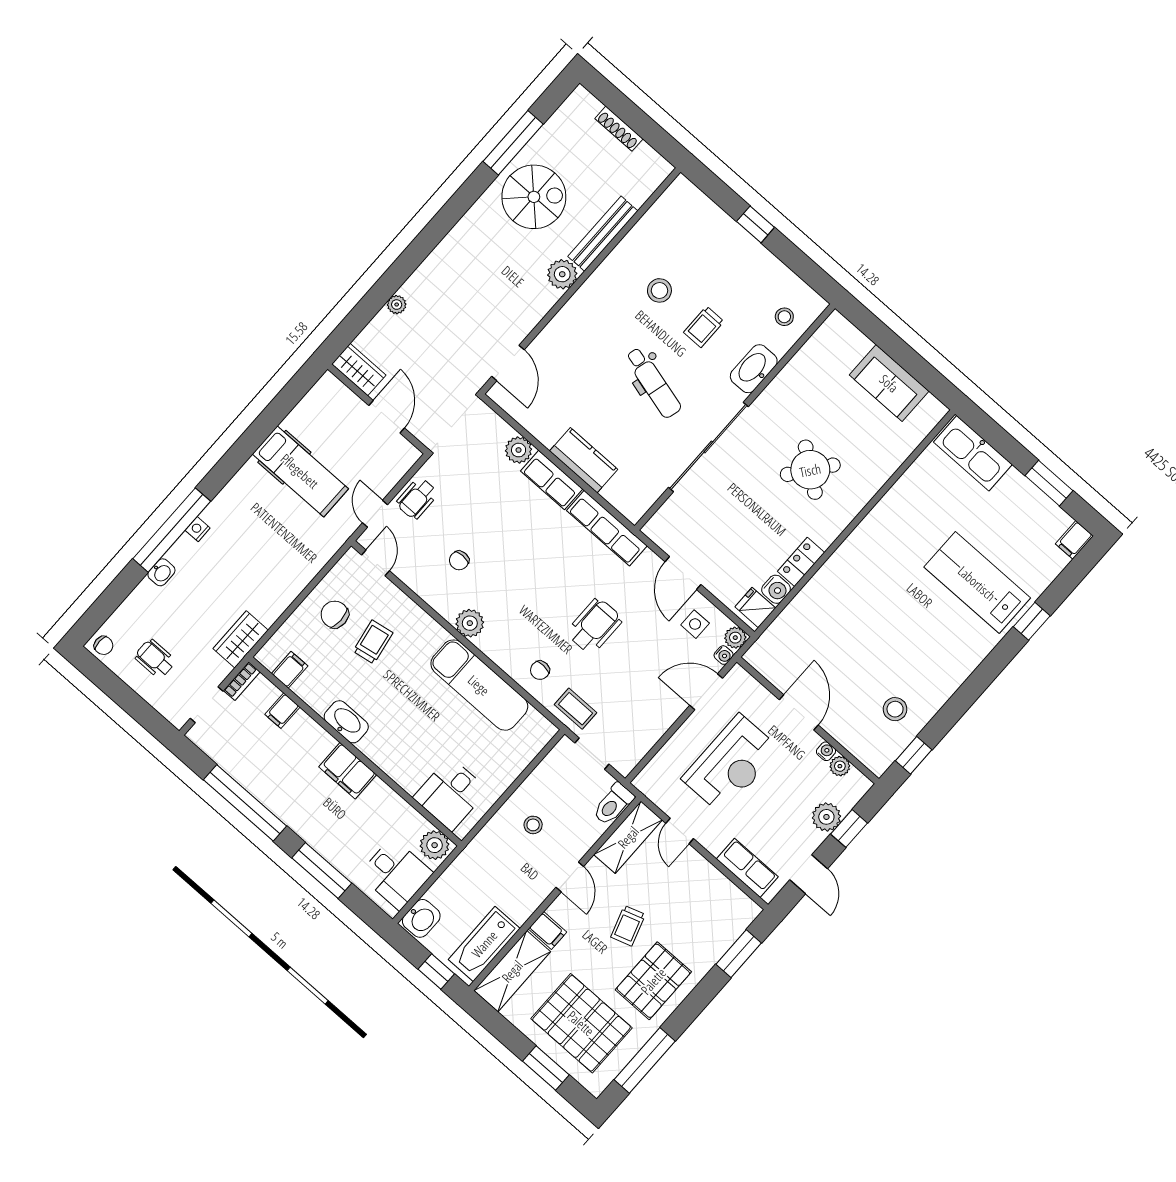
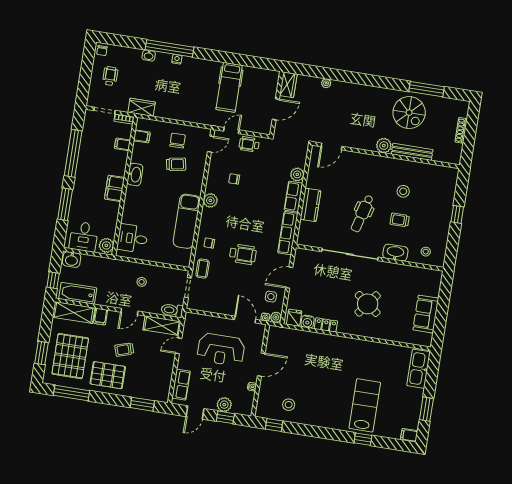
plant: (840, 766) -> (249, 397), removed

